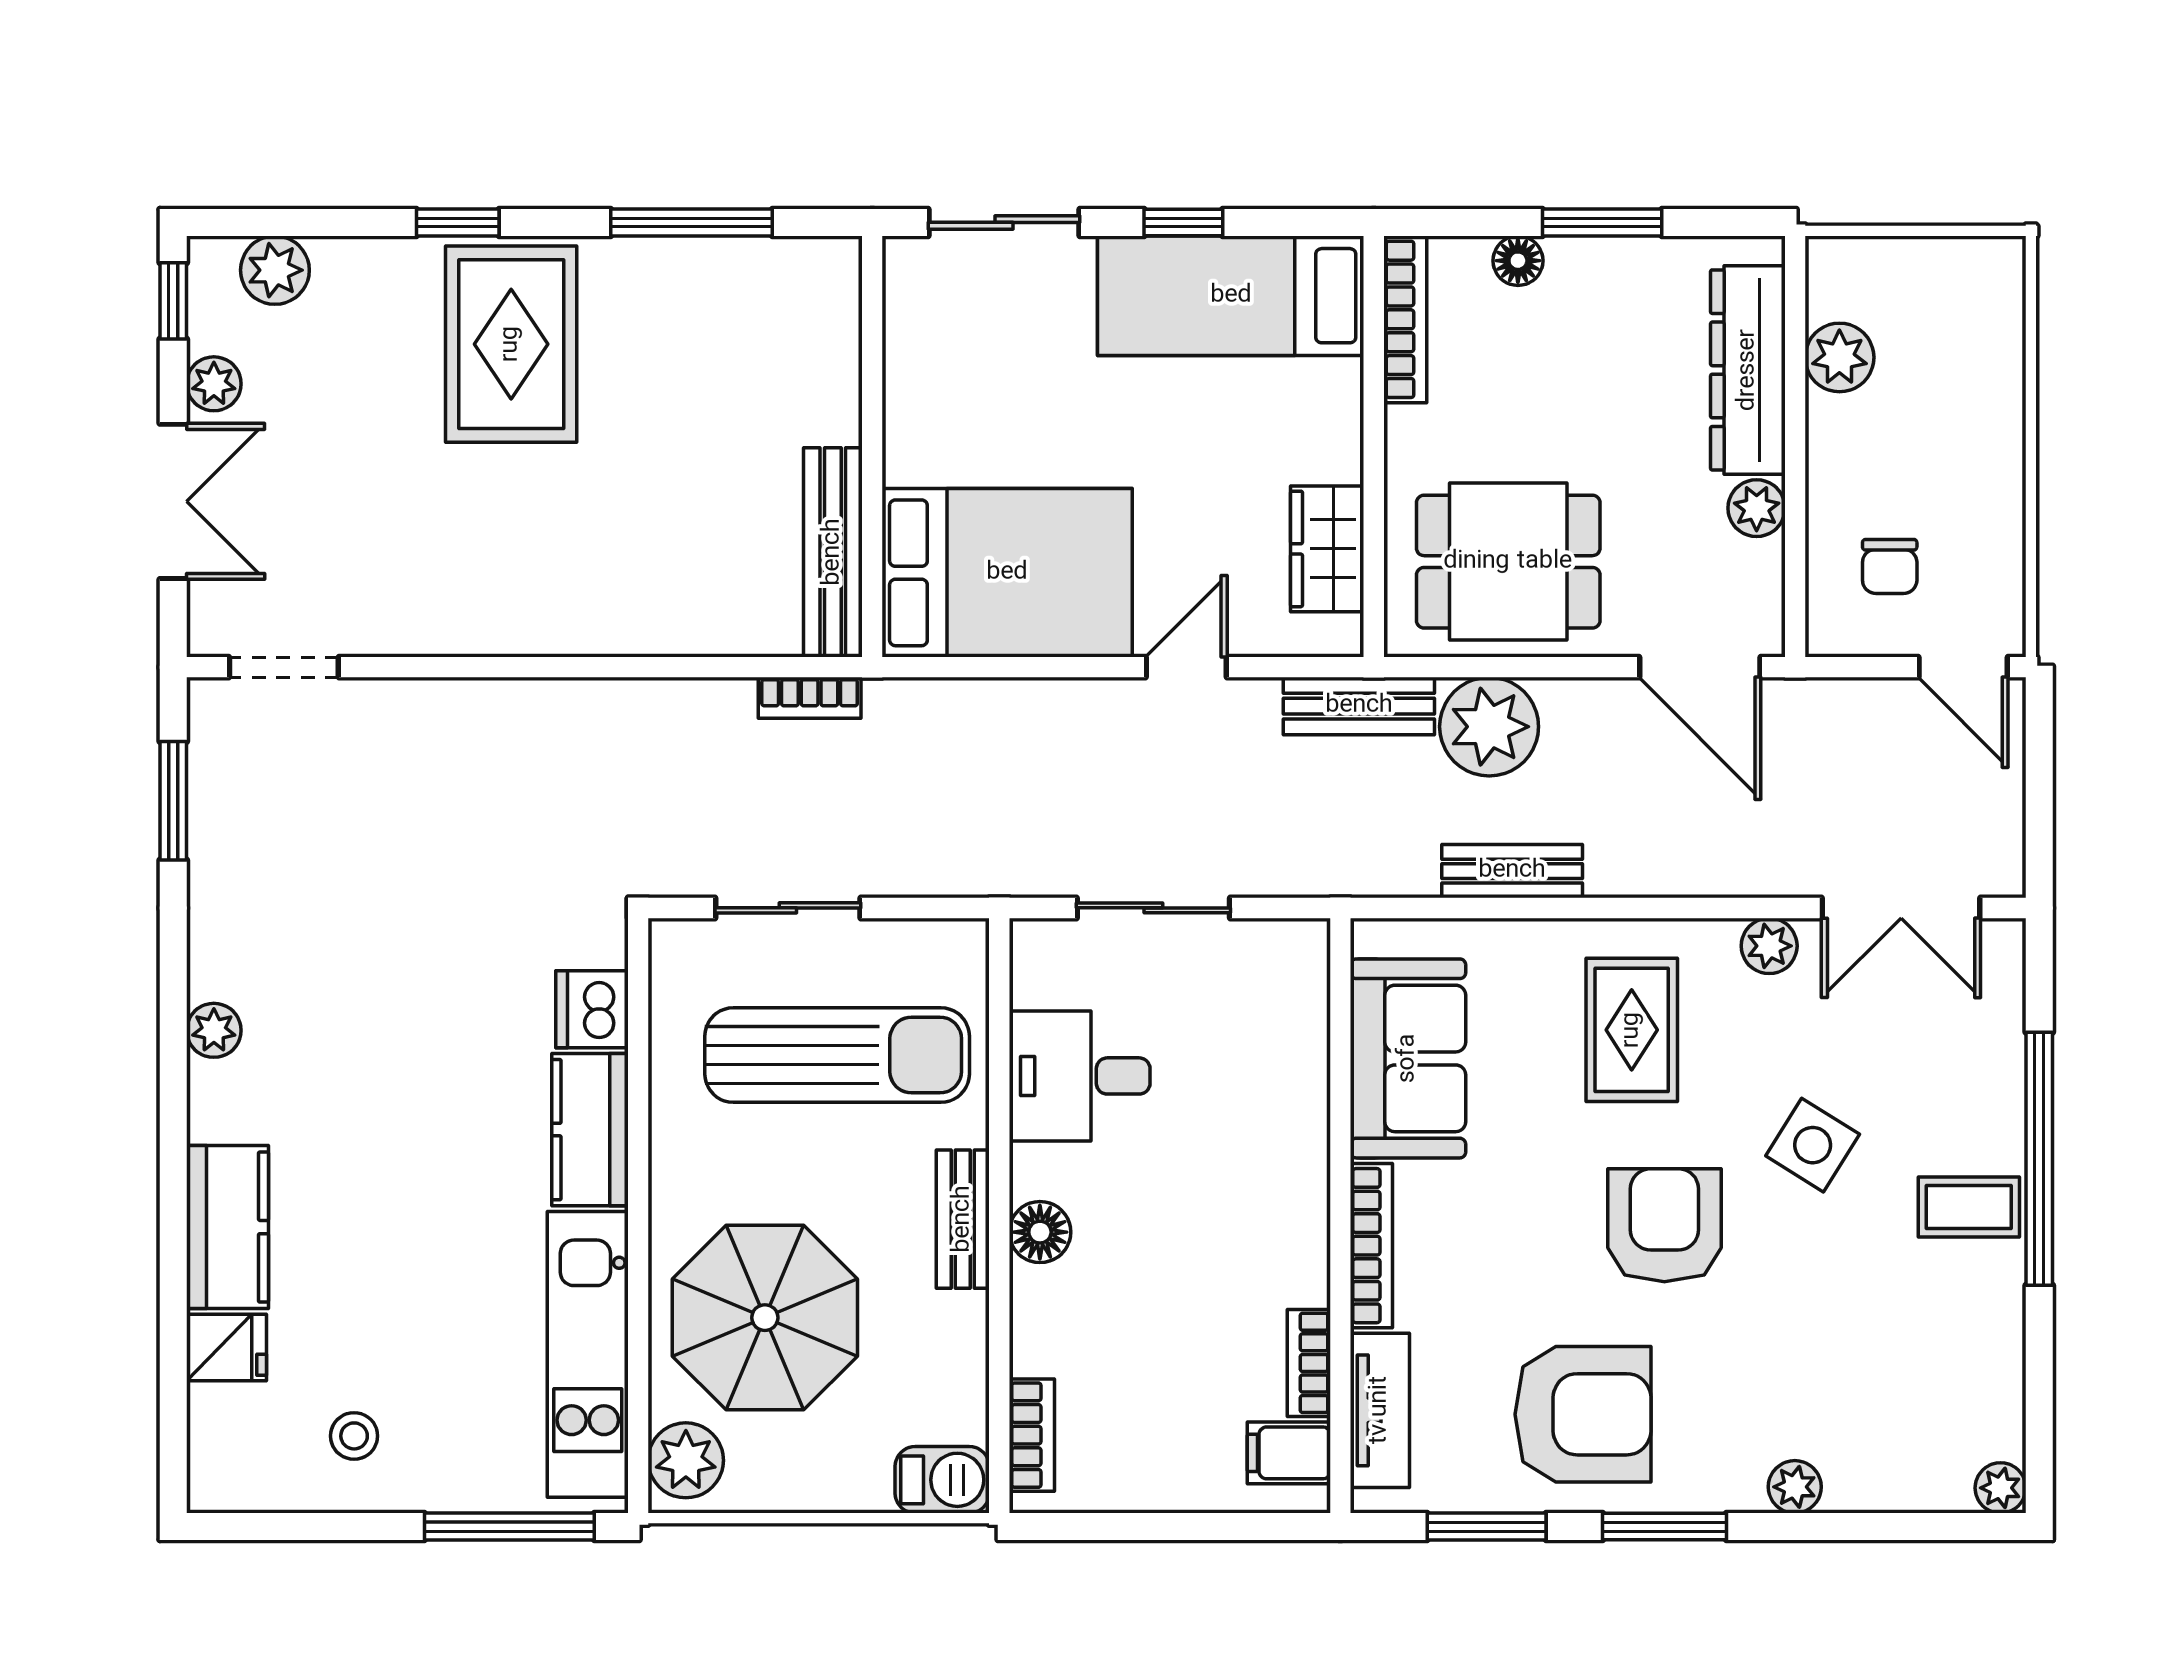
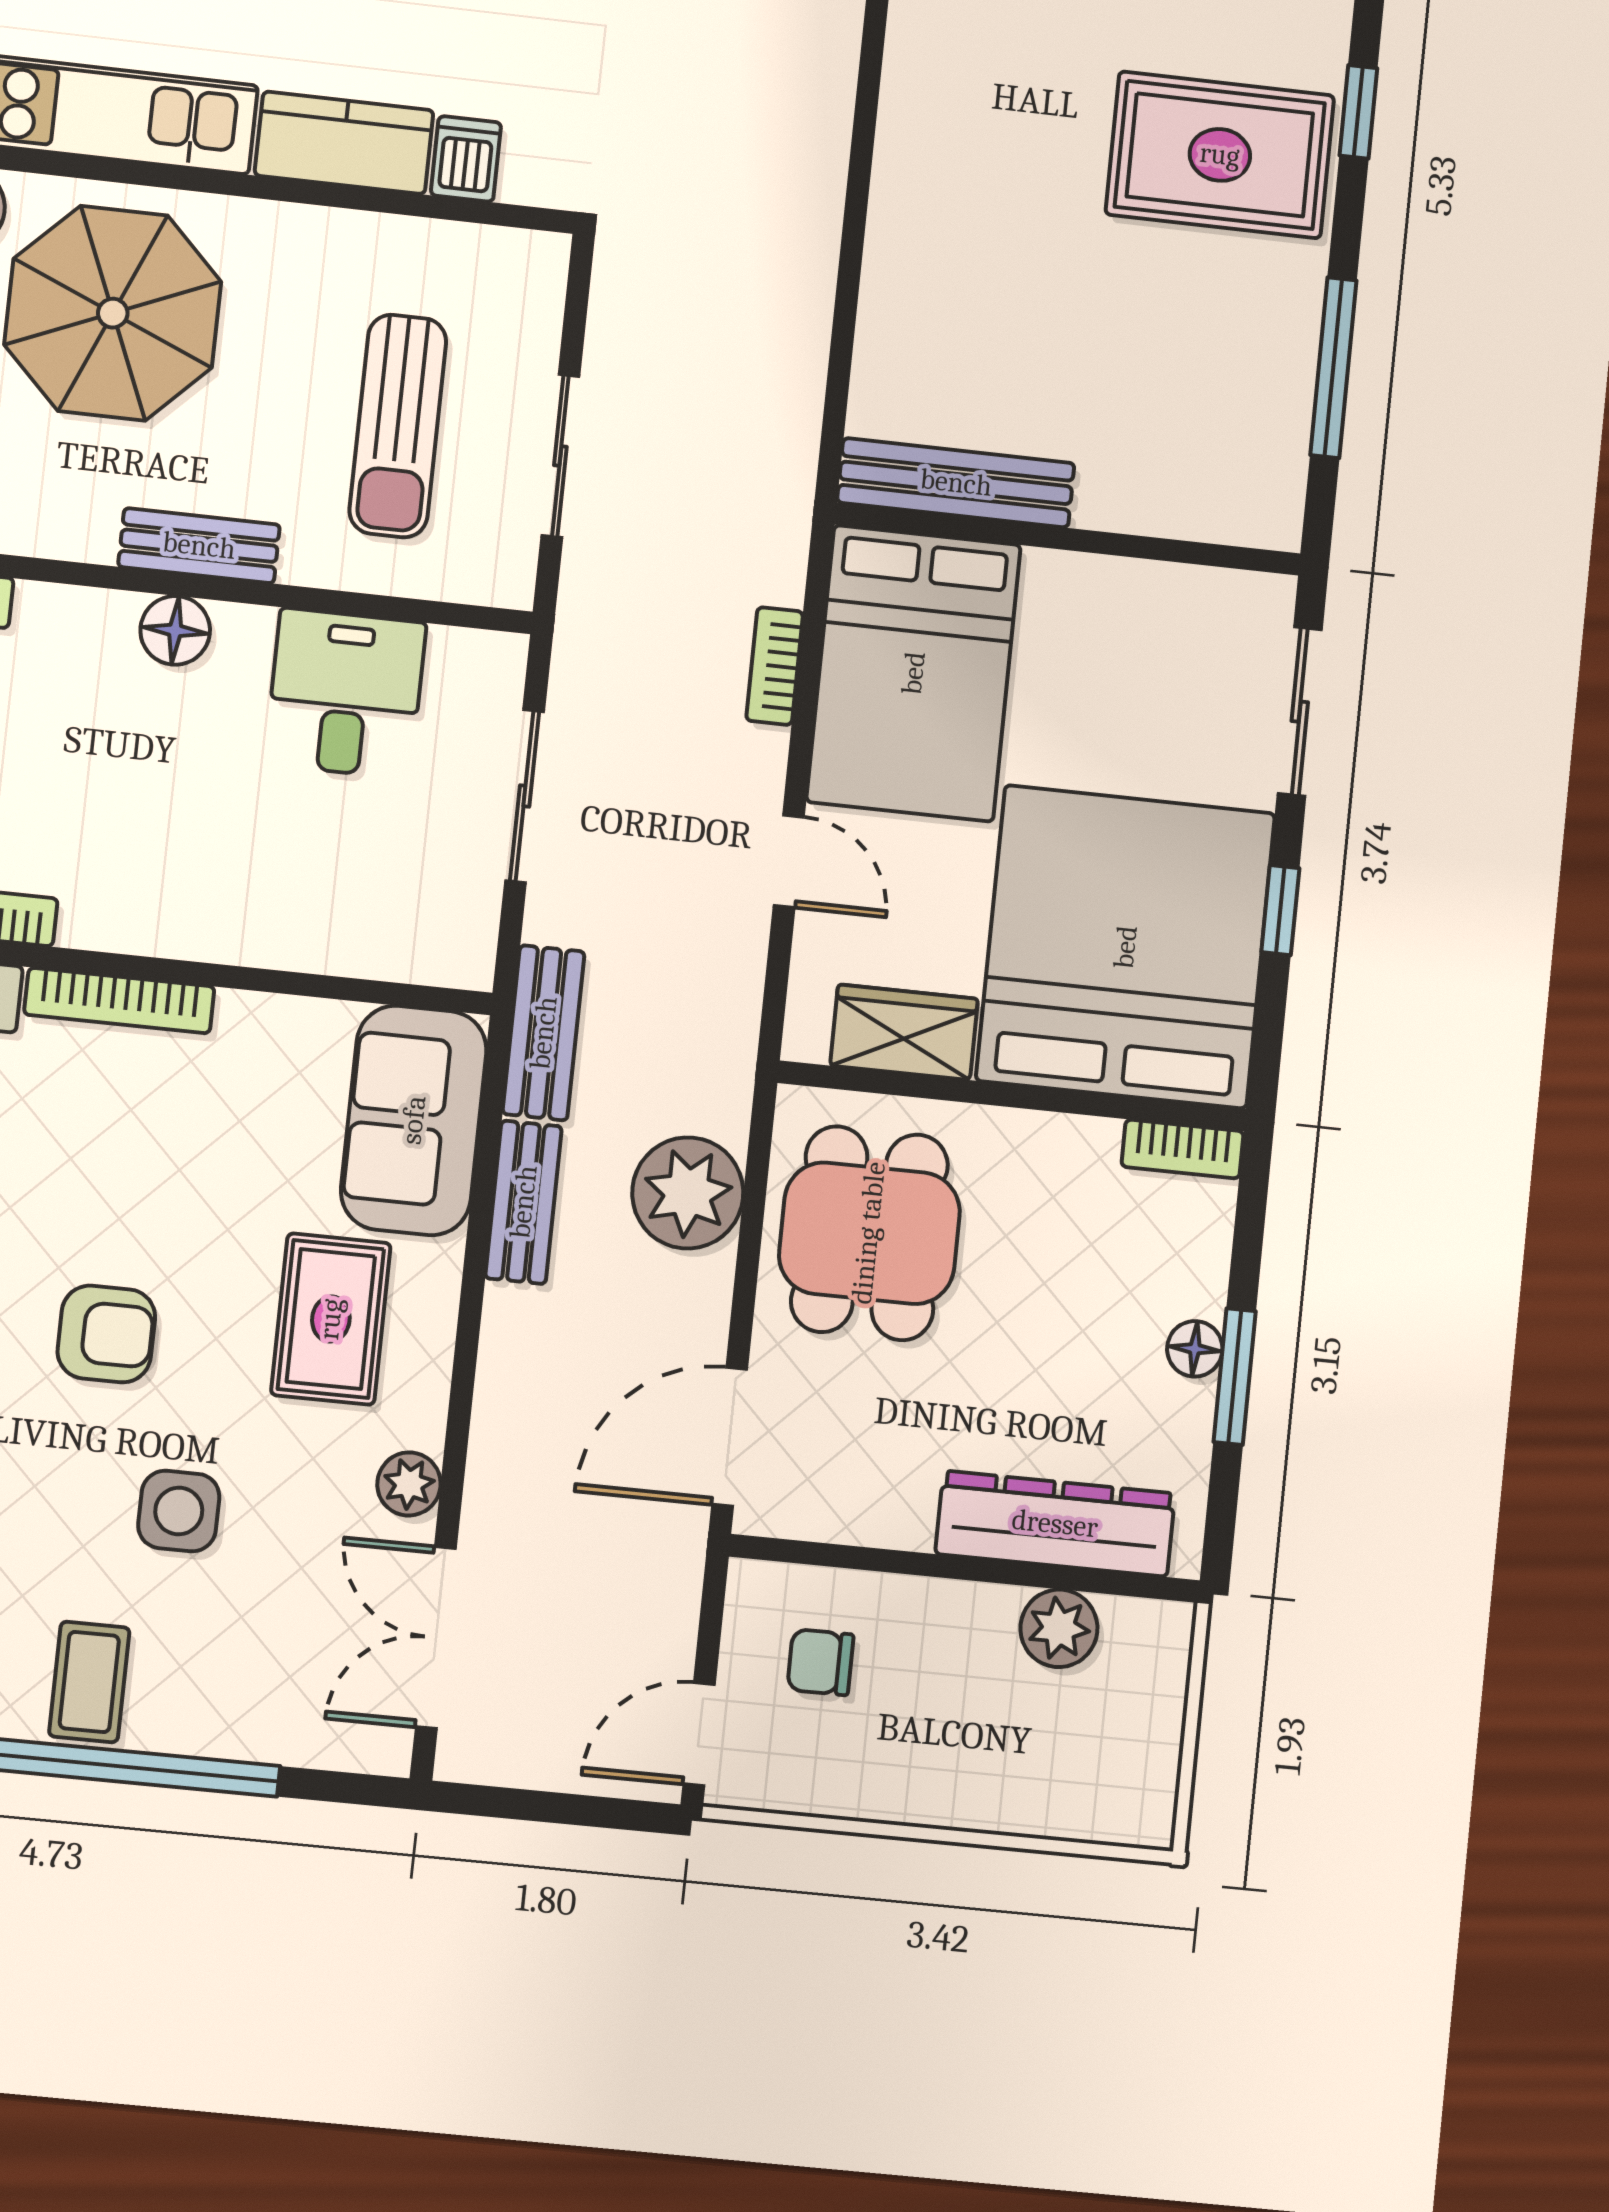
floor lamp: (1518, 261) -> (1195, 1349), moved
bed: (1231, 296) -> (1126, 947), width x2.04
bookcase: (1405, 319) -> (1183, 1149), width x0.64
plant: (1757, 508) -> (901, 1518), removed
bookcase: (810, 698) -> (775, 666), moved
bench: (1359, 706) -> (544, 1033), moved
sliding door: (788, 908) -> (560, 456), moved
dishwasher: (592, 1009) -> (466, 159), width x0.73
rug: (1632, 1030) -> (331, 1319), turned 90
sun lounger: (837, 1055) -> (398, 426), width x0.73, depth x0.75
sofa: (1408, 1058) -> (414, 1120), moved, turned 90
side table: (1813, 1145) -> (179, 1511), turned -32
armchair: (1664, 1225) -> (106, 1334), width x0.72, depth x0.72

